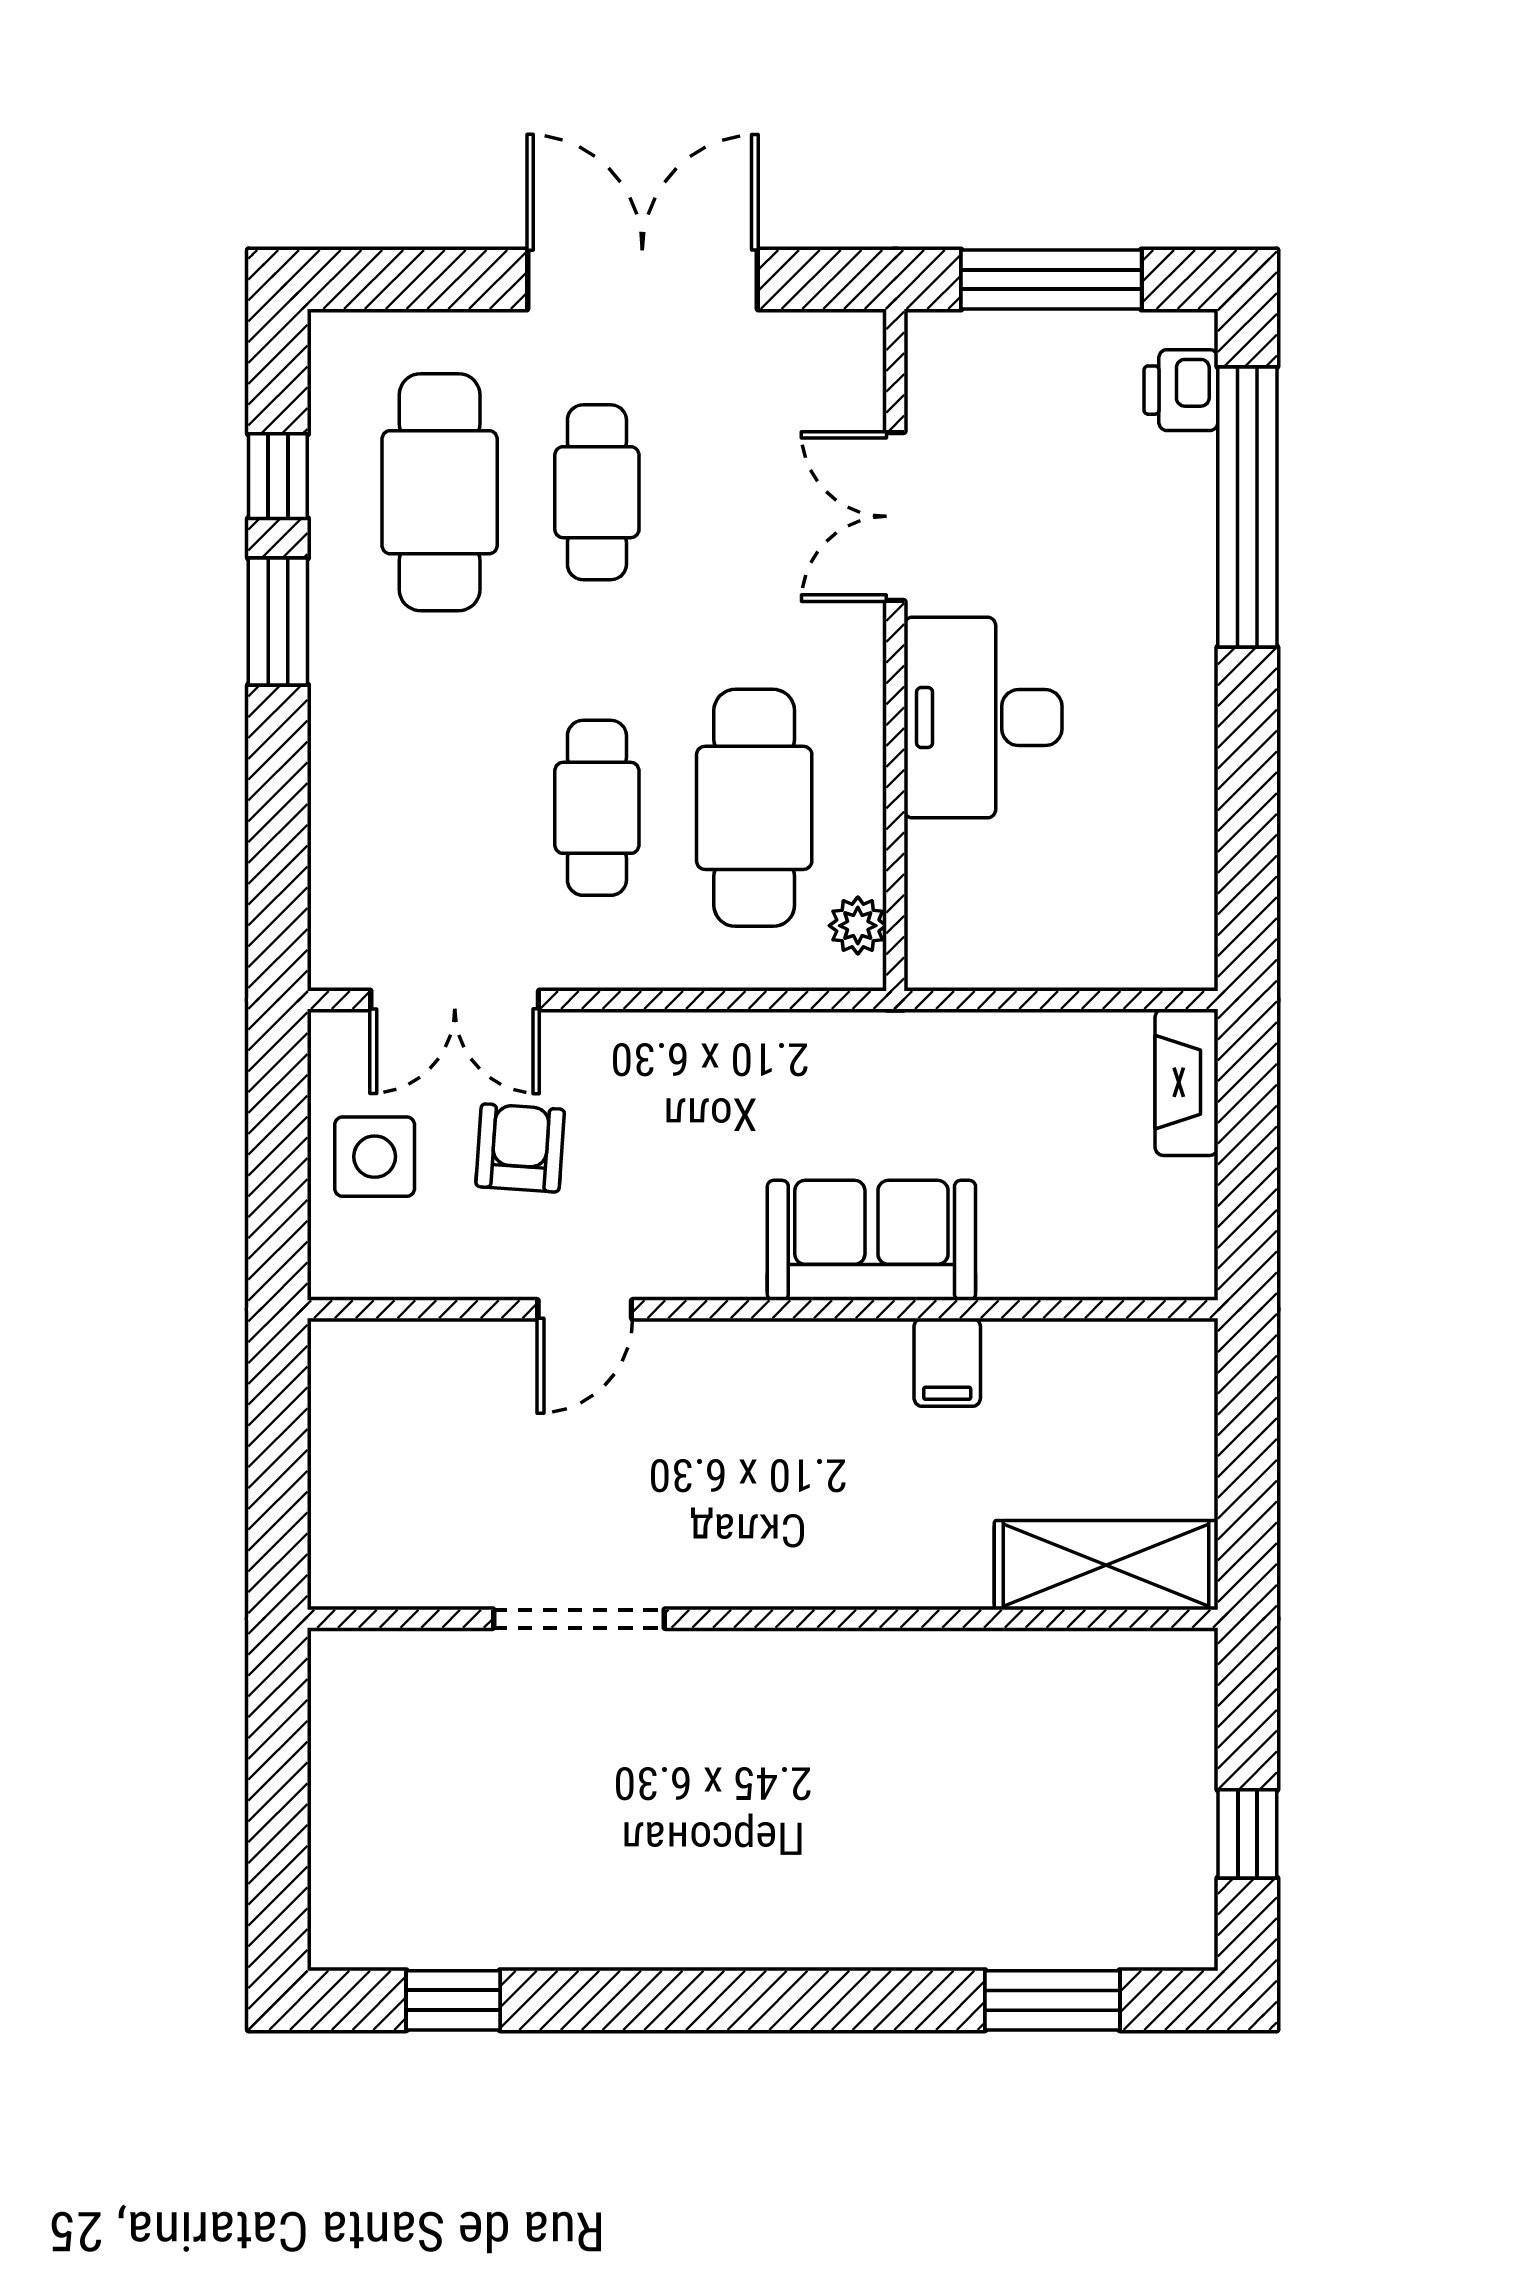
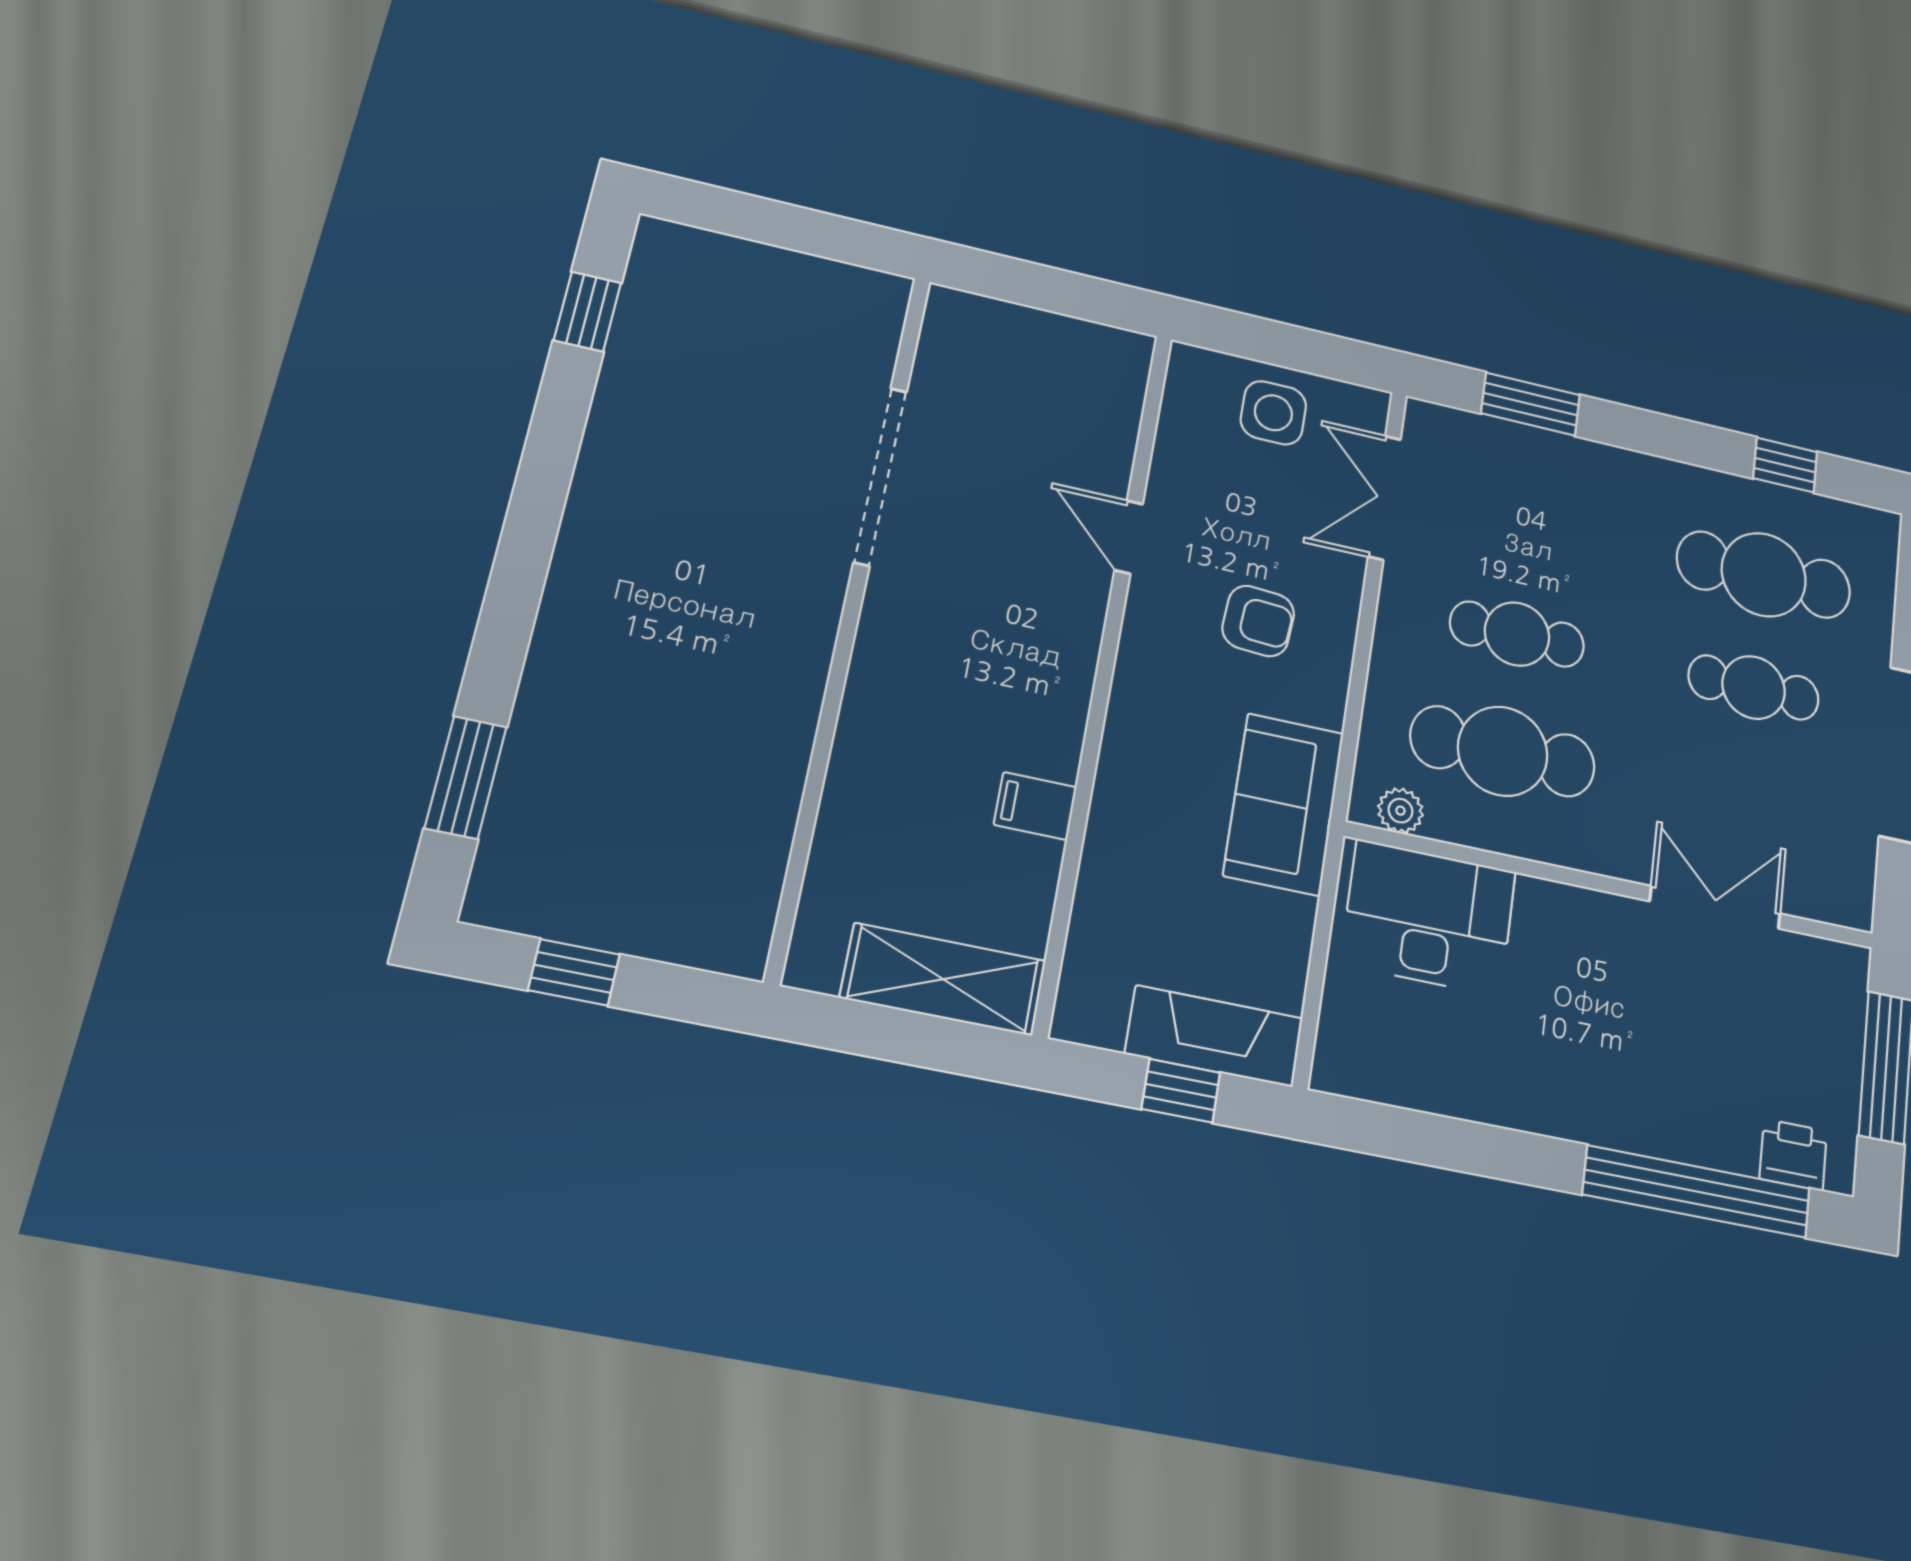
window: (278, 621) -> (1531, 404), moved
desk: (983, 718) -> (1429, 918), moved
fireplace: (1187, 1082) -> (1214, 1036), width x1.37, depth x1.32
window: (1247, 1138) -> (1181, 1091), added
armchair: (520, 1148) -> (1258, 621), moved
sofa: (871, 1240) -> (1284, 804), moved, turned 180
shelving: (1106, 1565) -> (943, 979), moved, turned 90
doorway: (579, 1619) -> (880, 476), width x1.36

